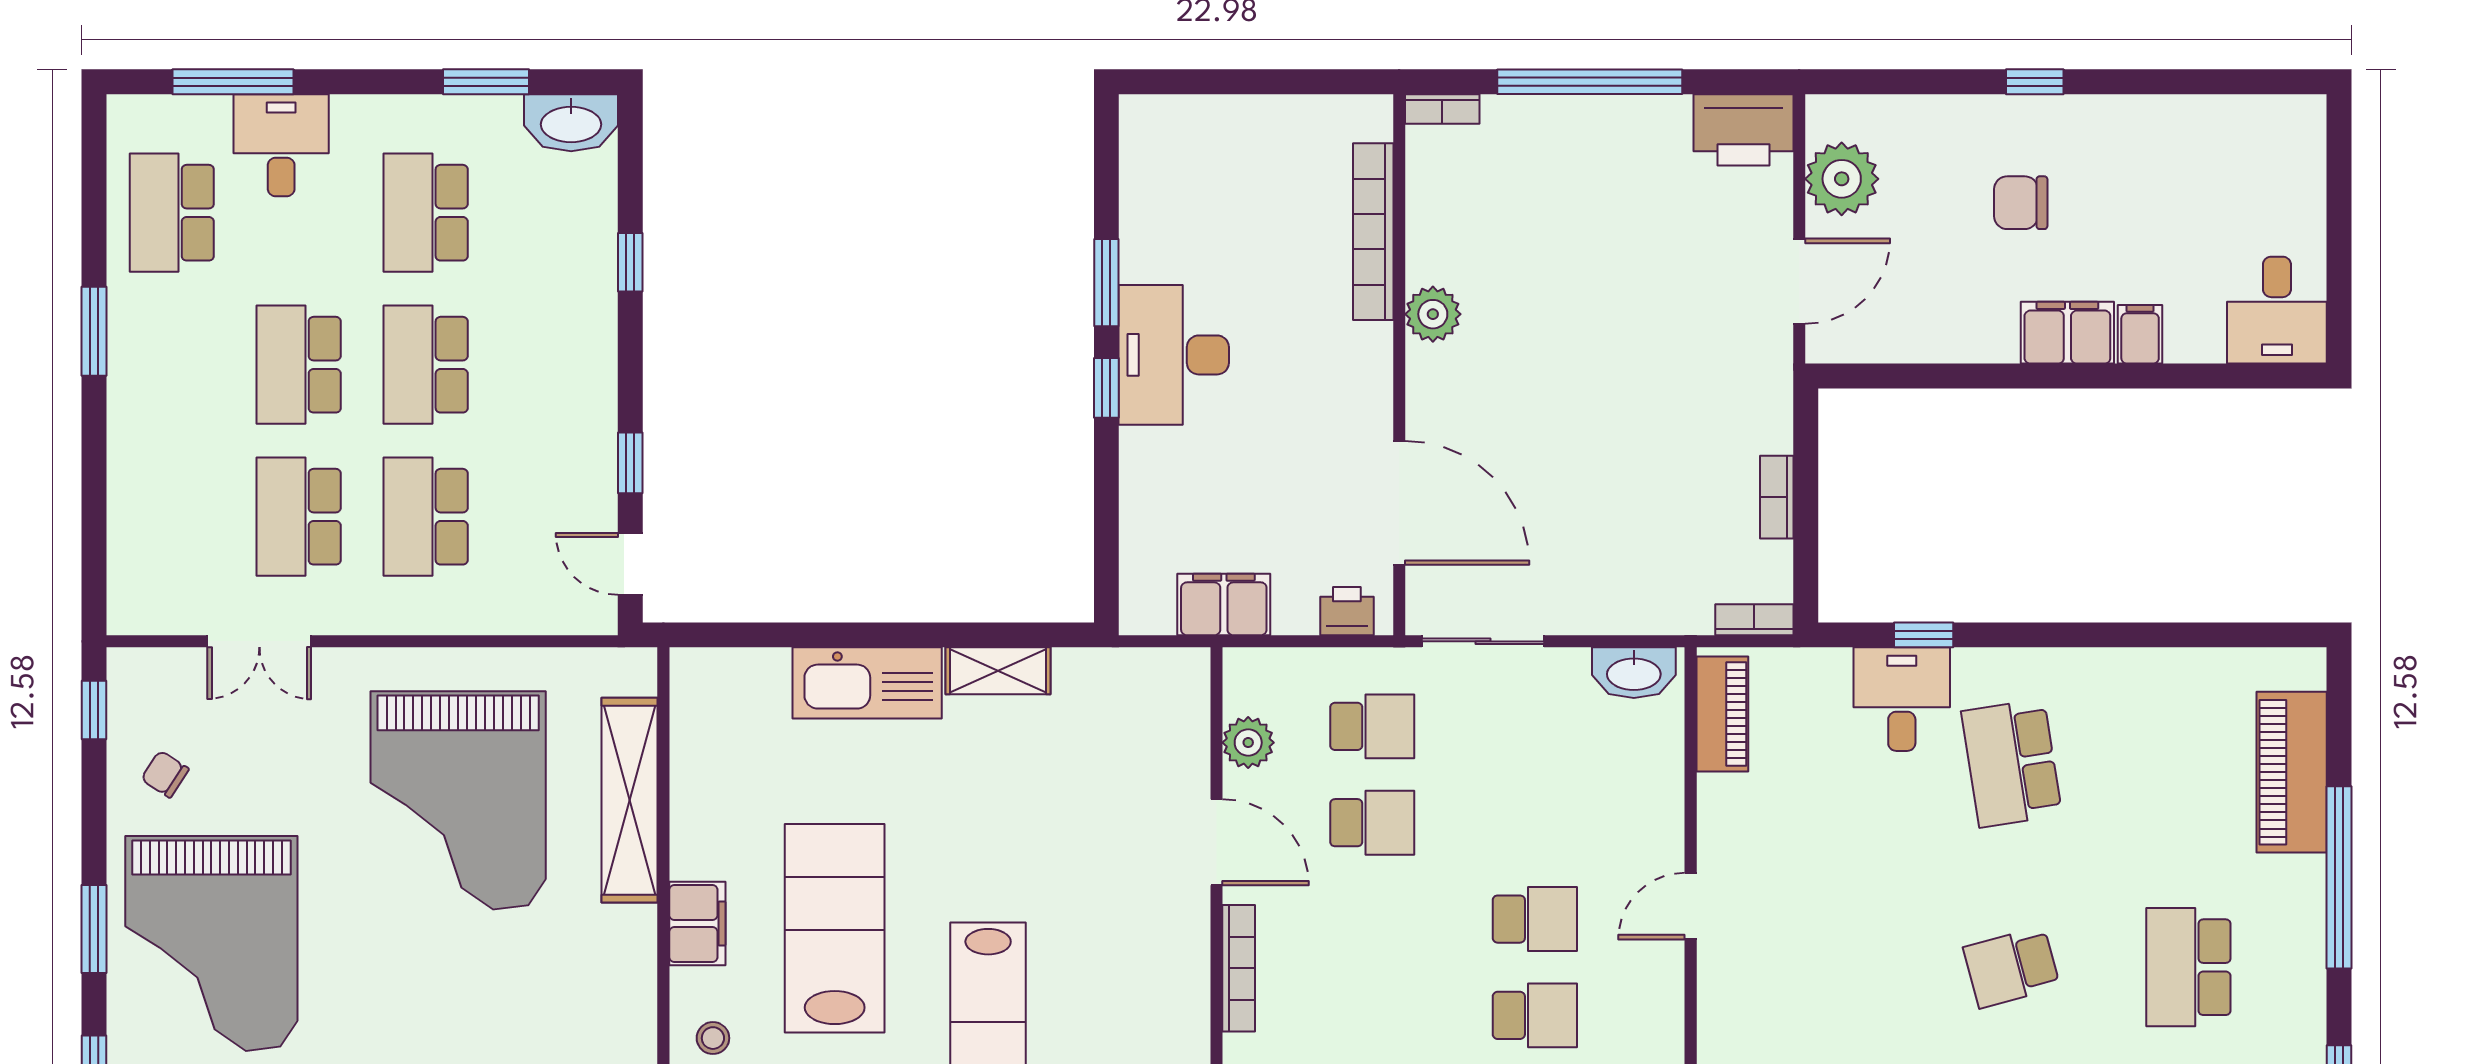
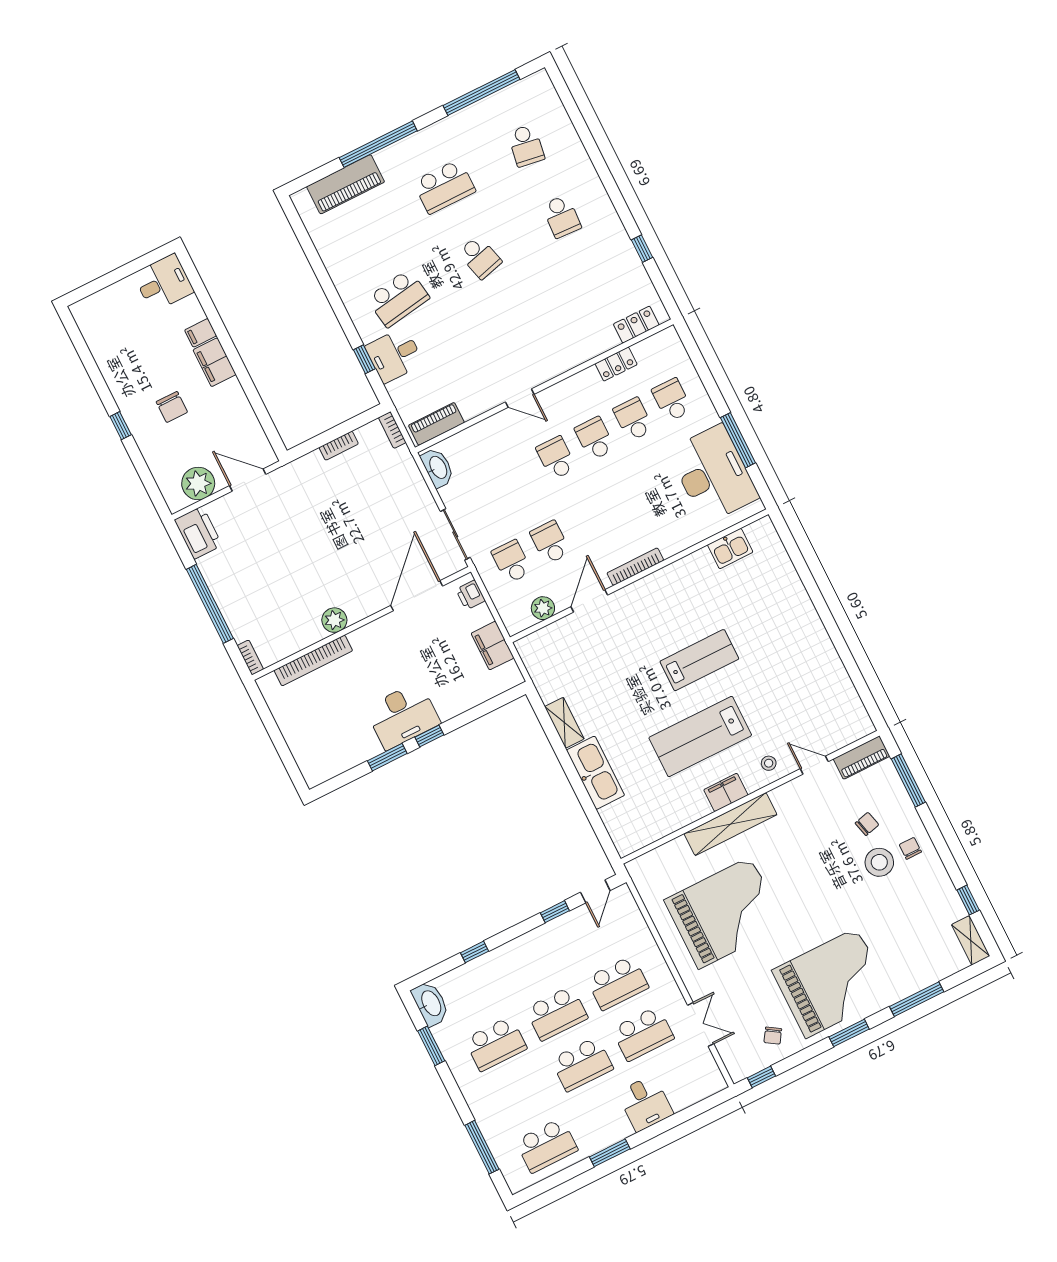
desk: (281, 145) -> (645, 1103), moved, turned -90
shelving: (630, 800) -> (730, 824), moved

